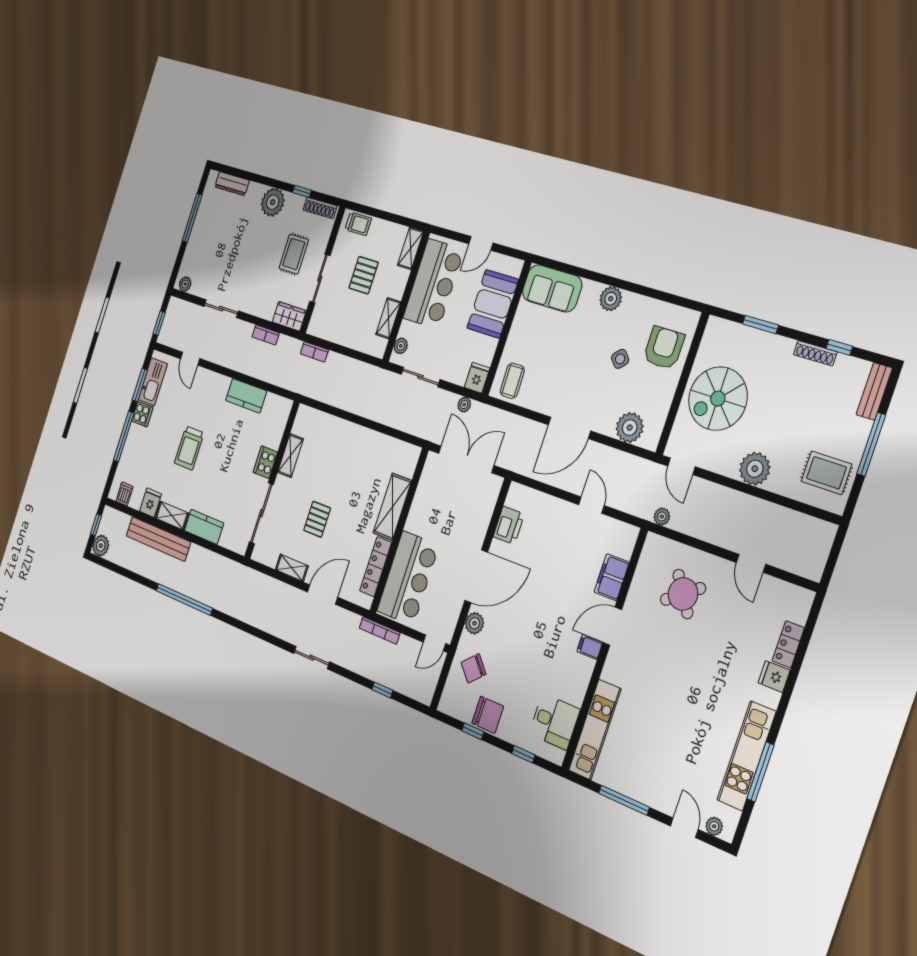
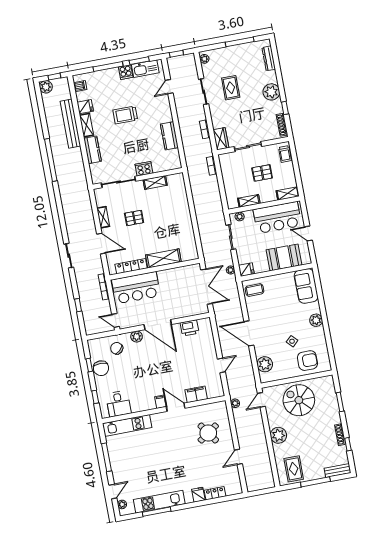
rug: (294, 254) -> (231, 88), moved, turned 90

